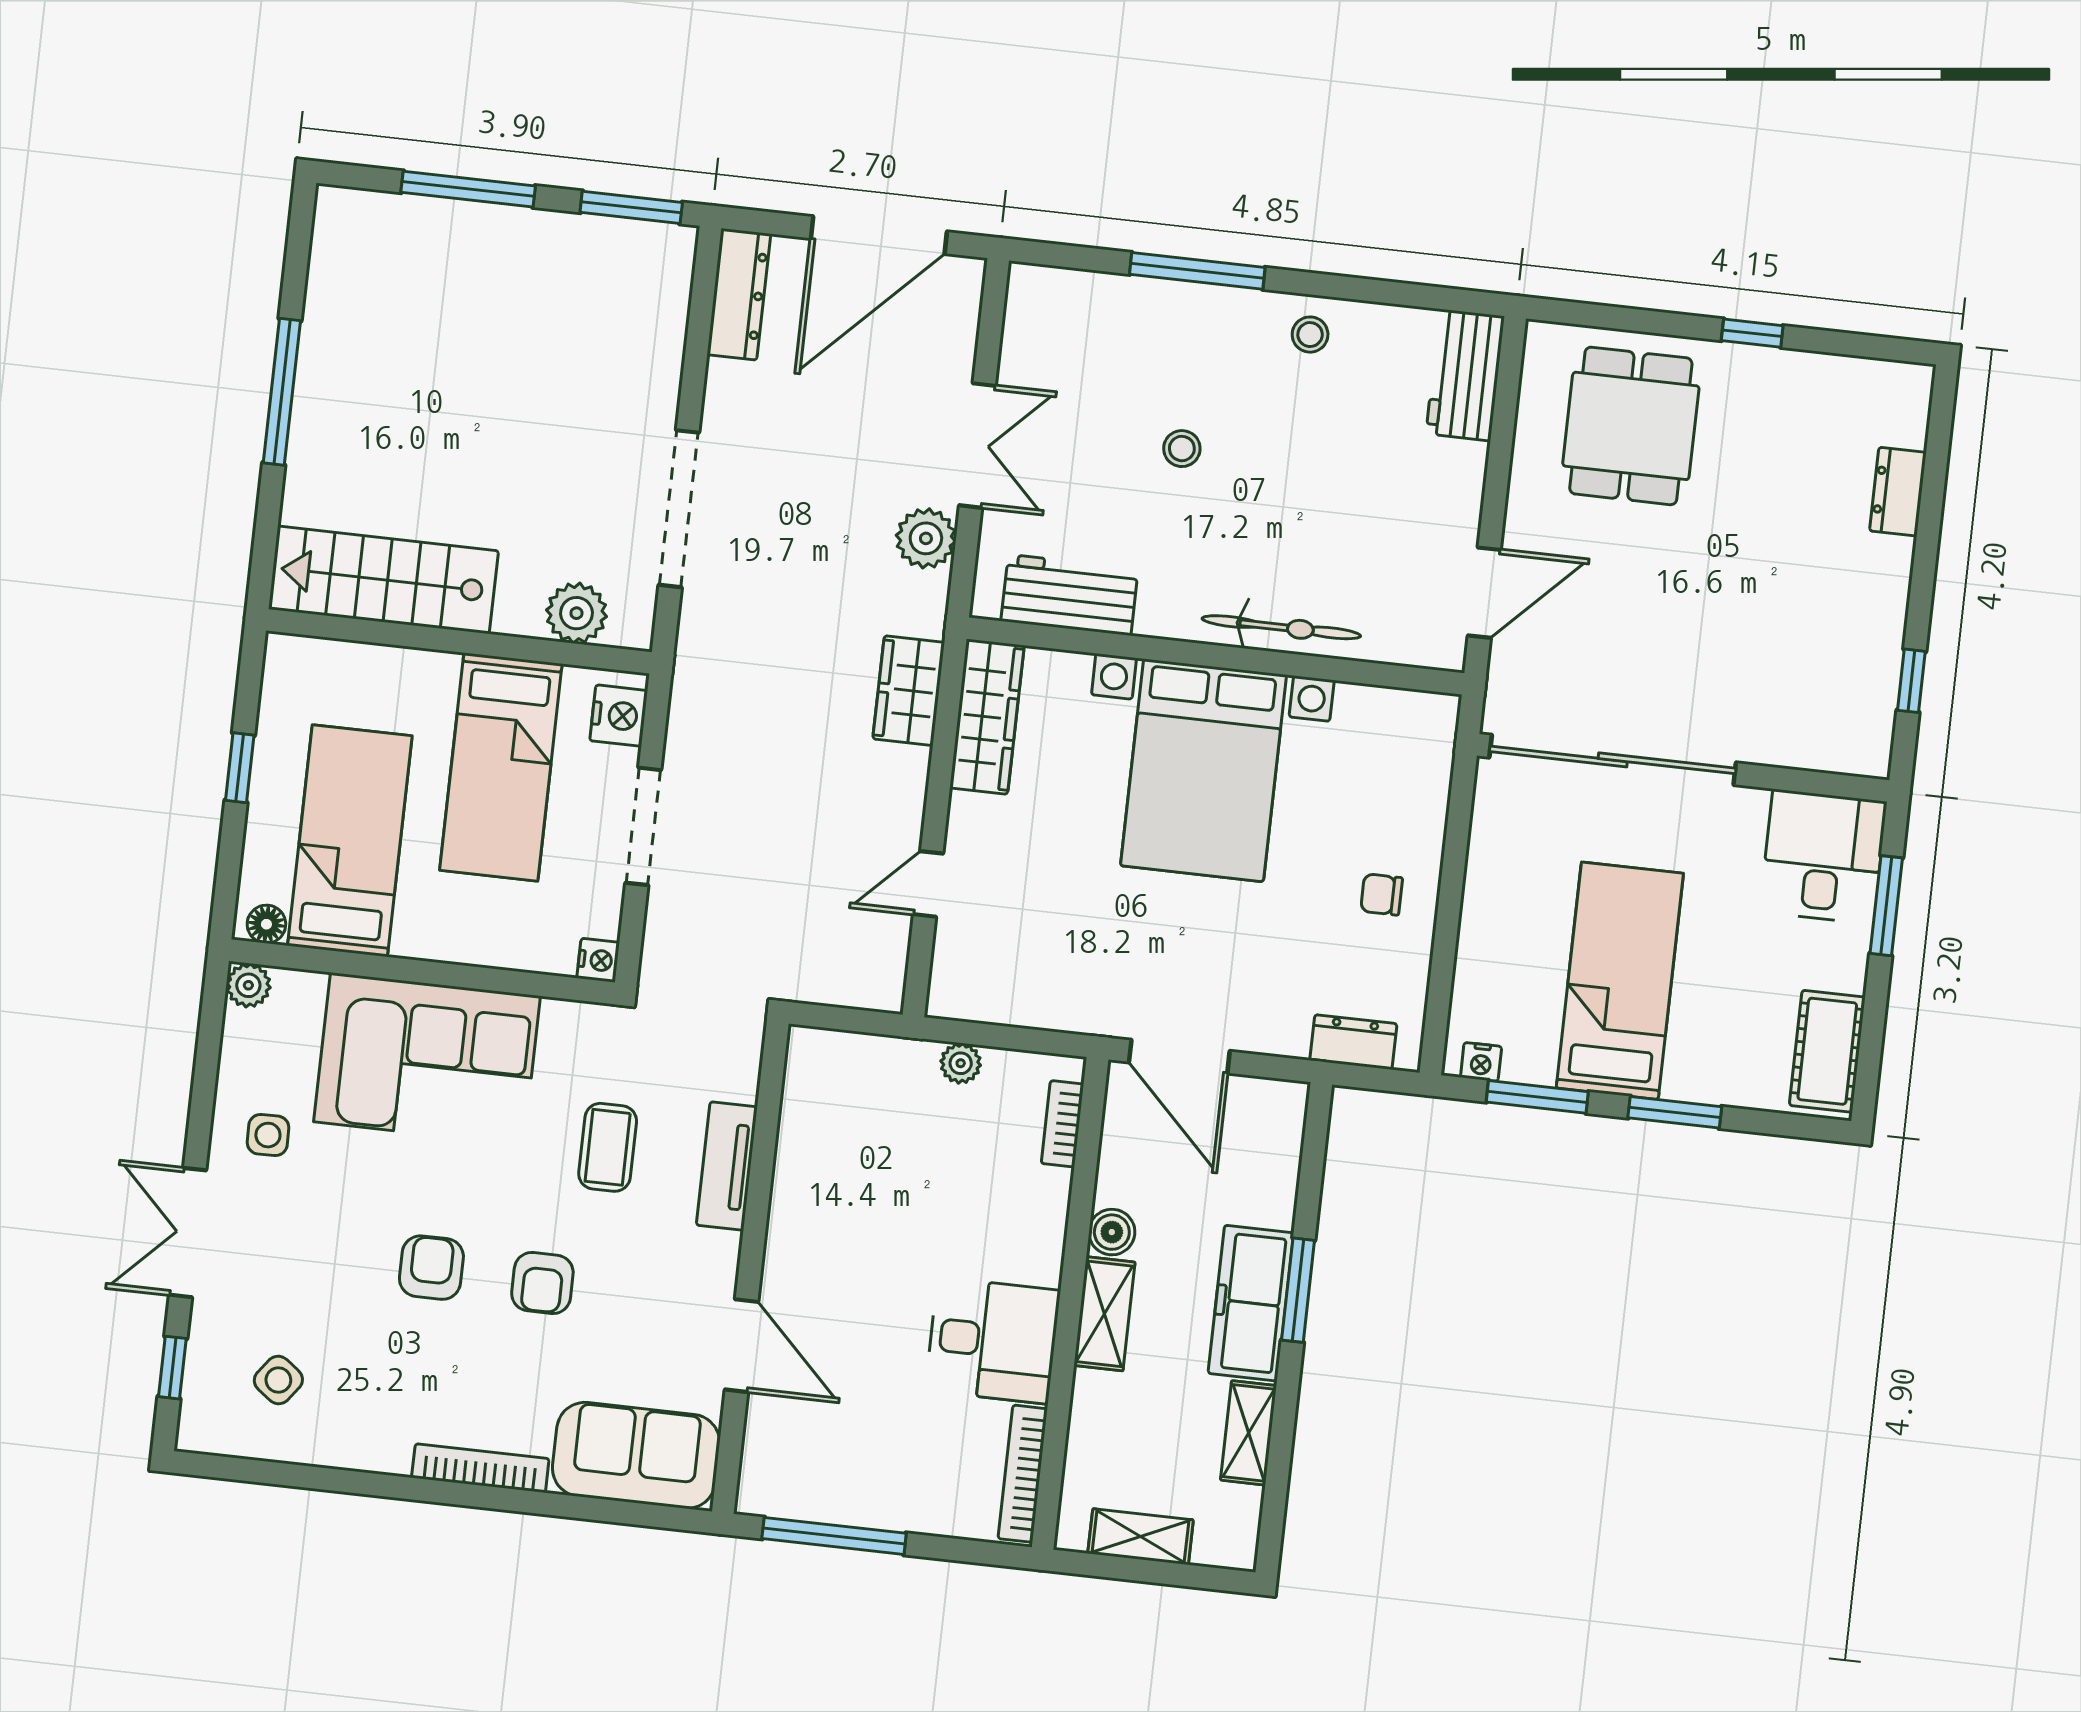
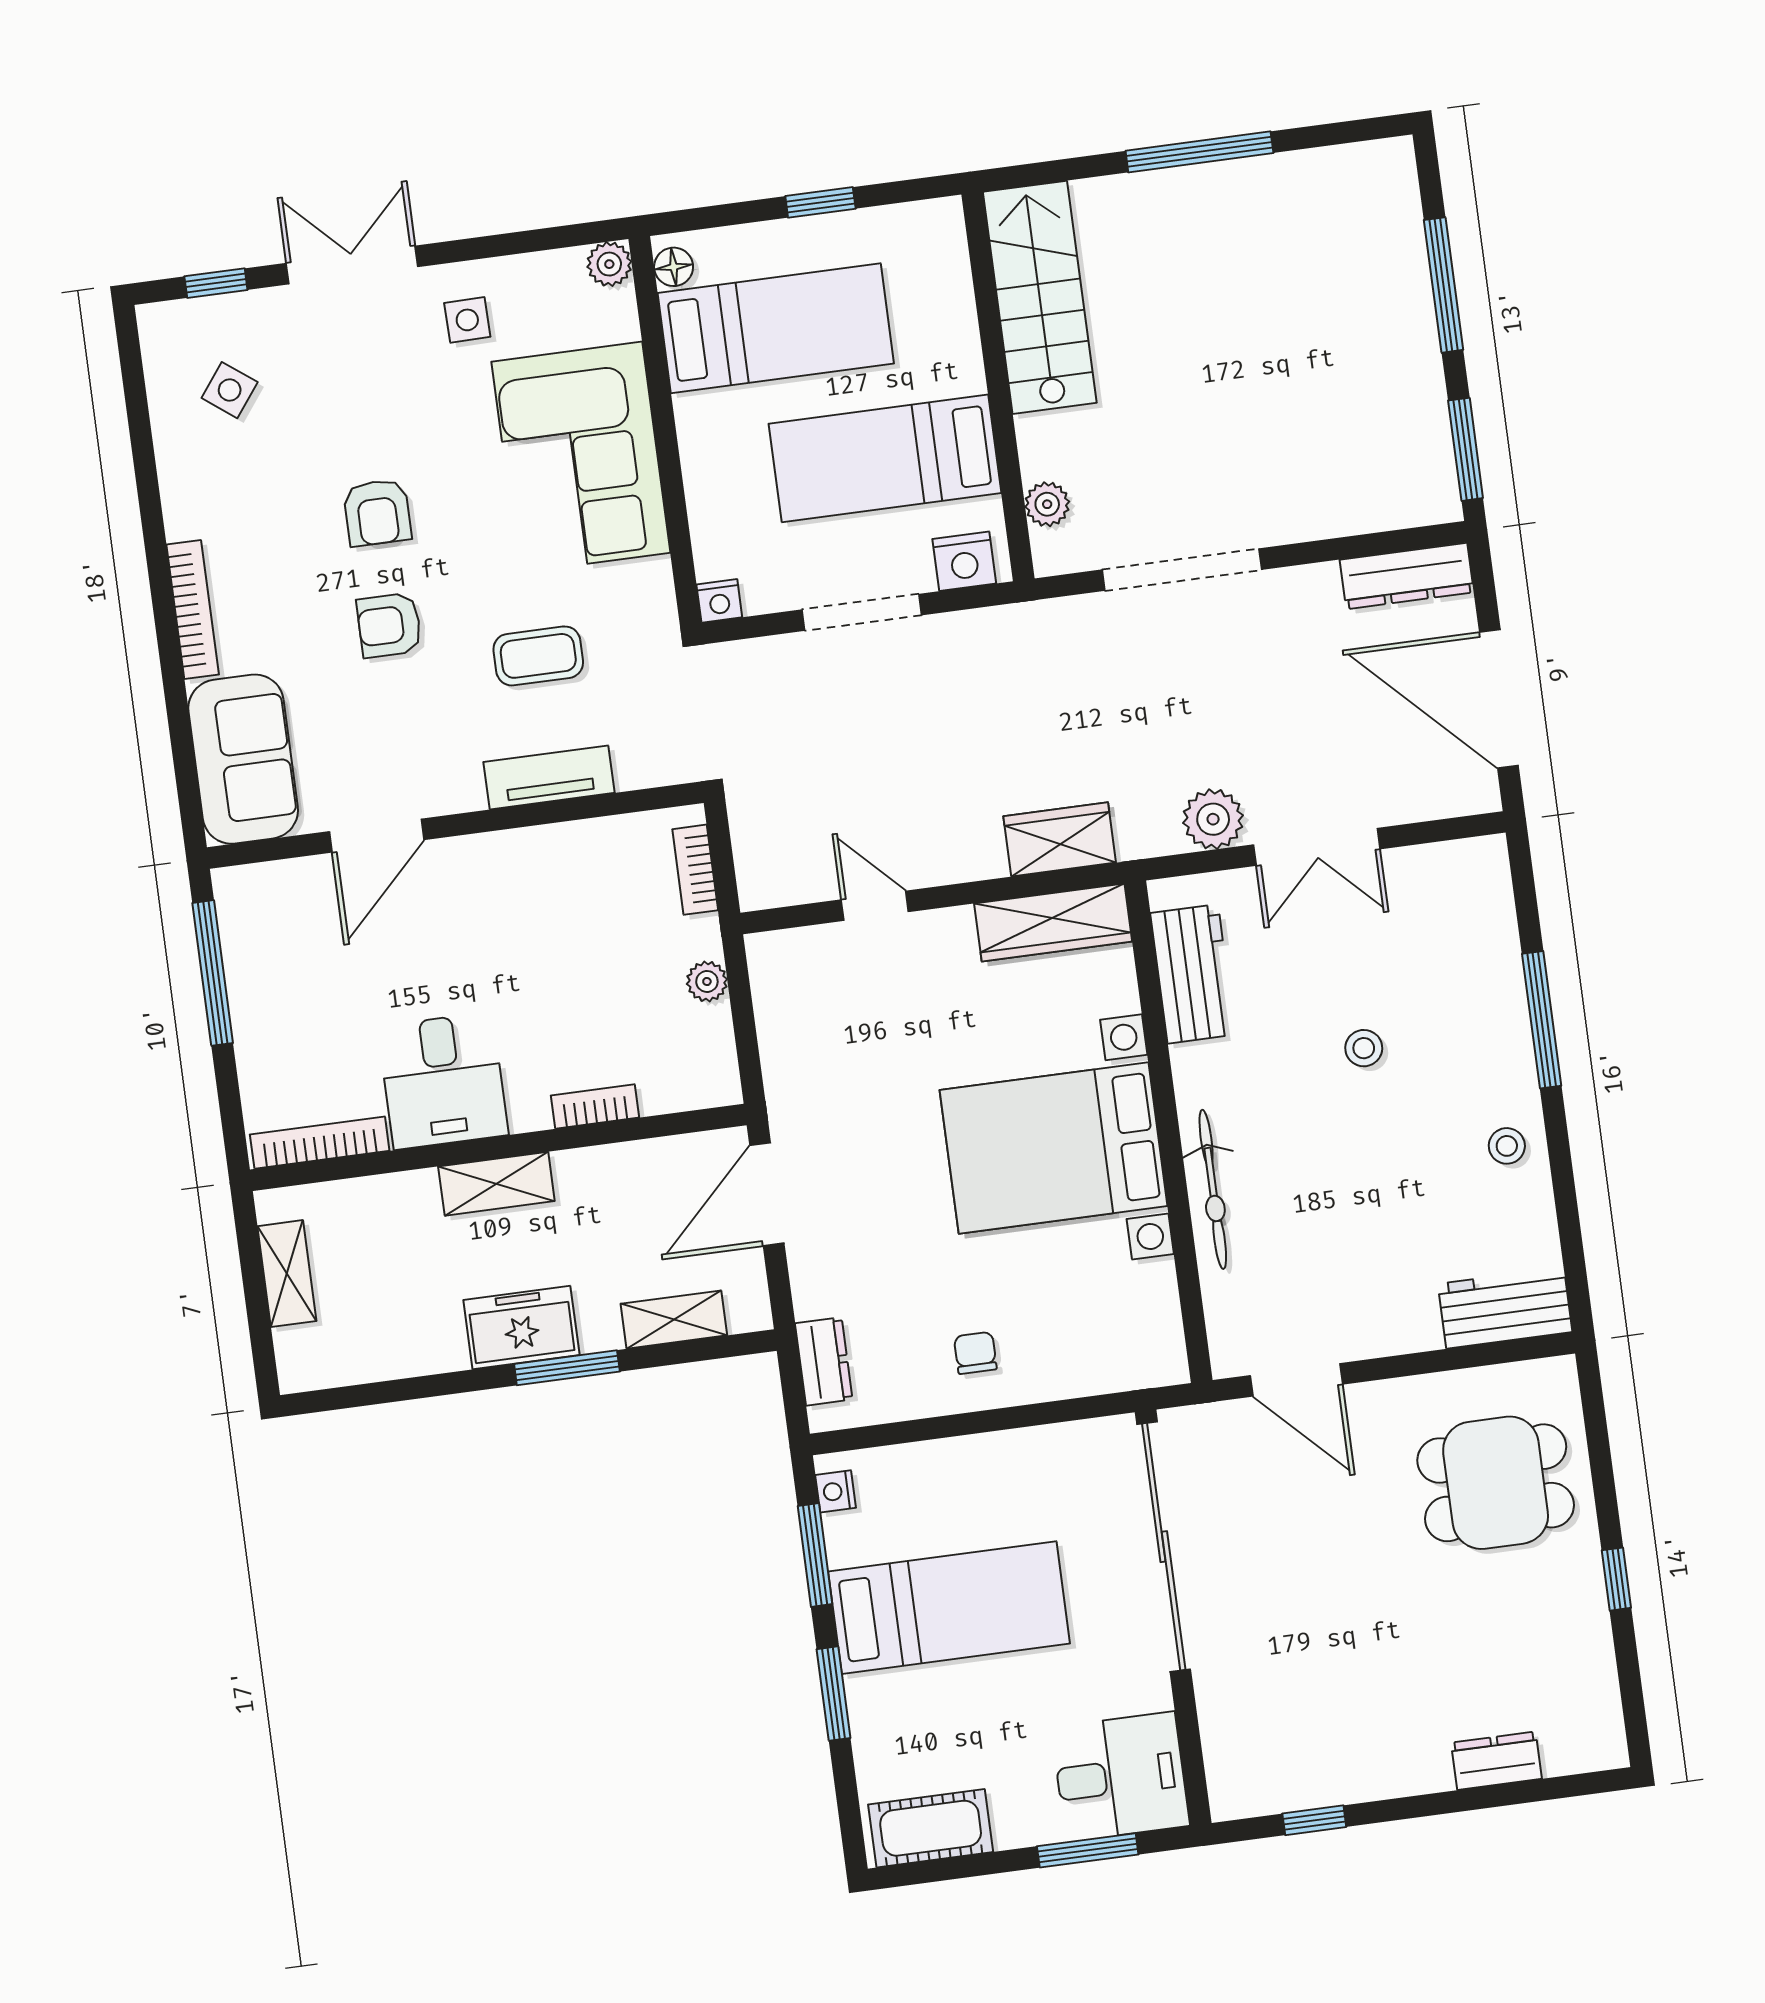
plant: (576, 613) -> (1047, 504), width x0.73, depth x0.73
bookcase: (850, 1048) -> (695, 870), added
bookcase: (1062, 1124) -> (595, 1106), moved
boiler: (1112, 1232) -> (578, 1171), removed
armchair: (431, 1268) -> (377, 513), turned 90
freezer: (1251, 1303) -> (521, 1328), width x0.71
shelving: (1249, 1433) -> (674, 1320), moved

